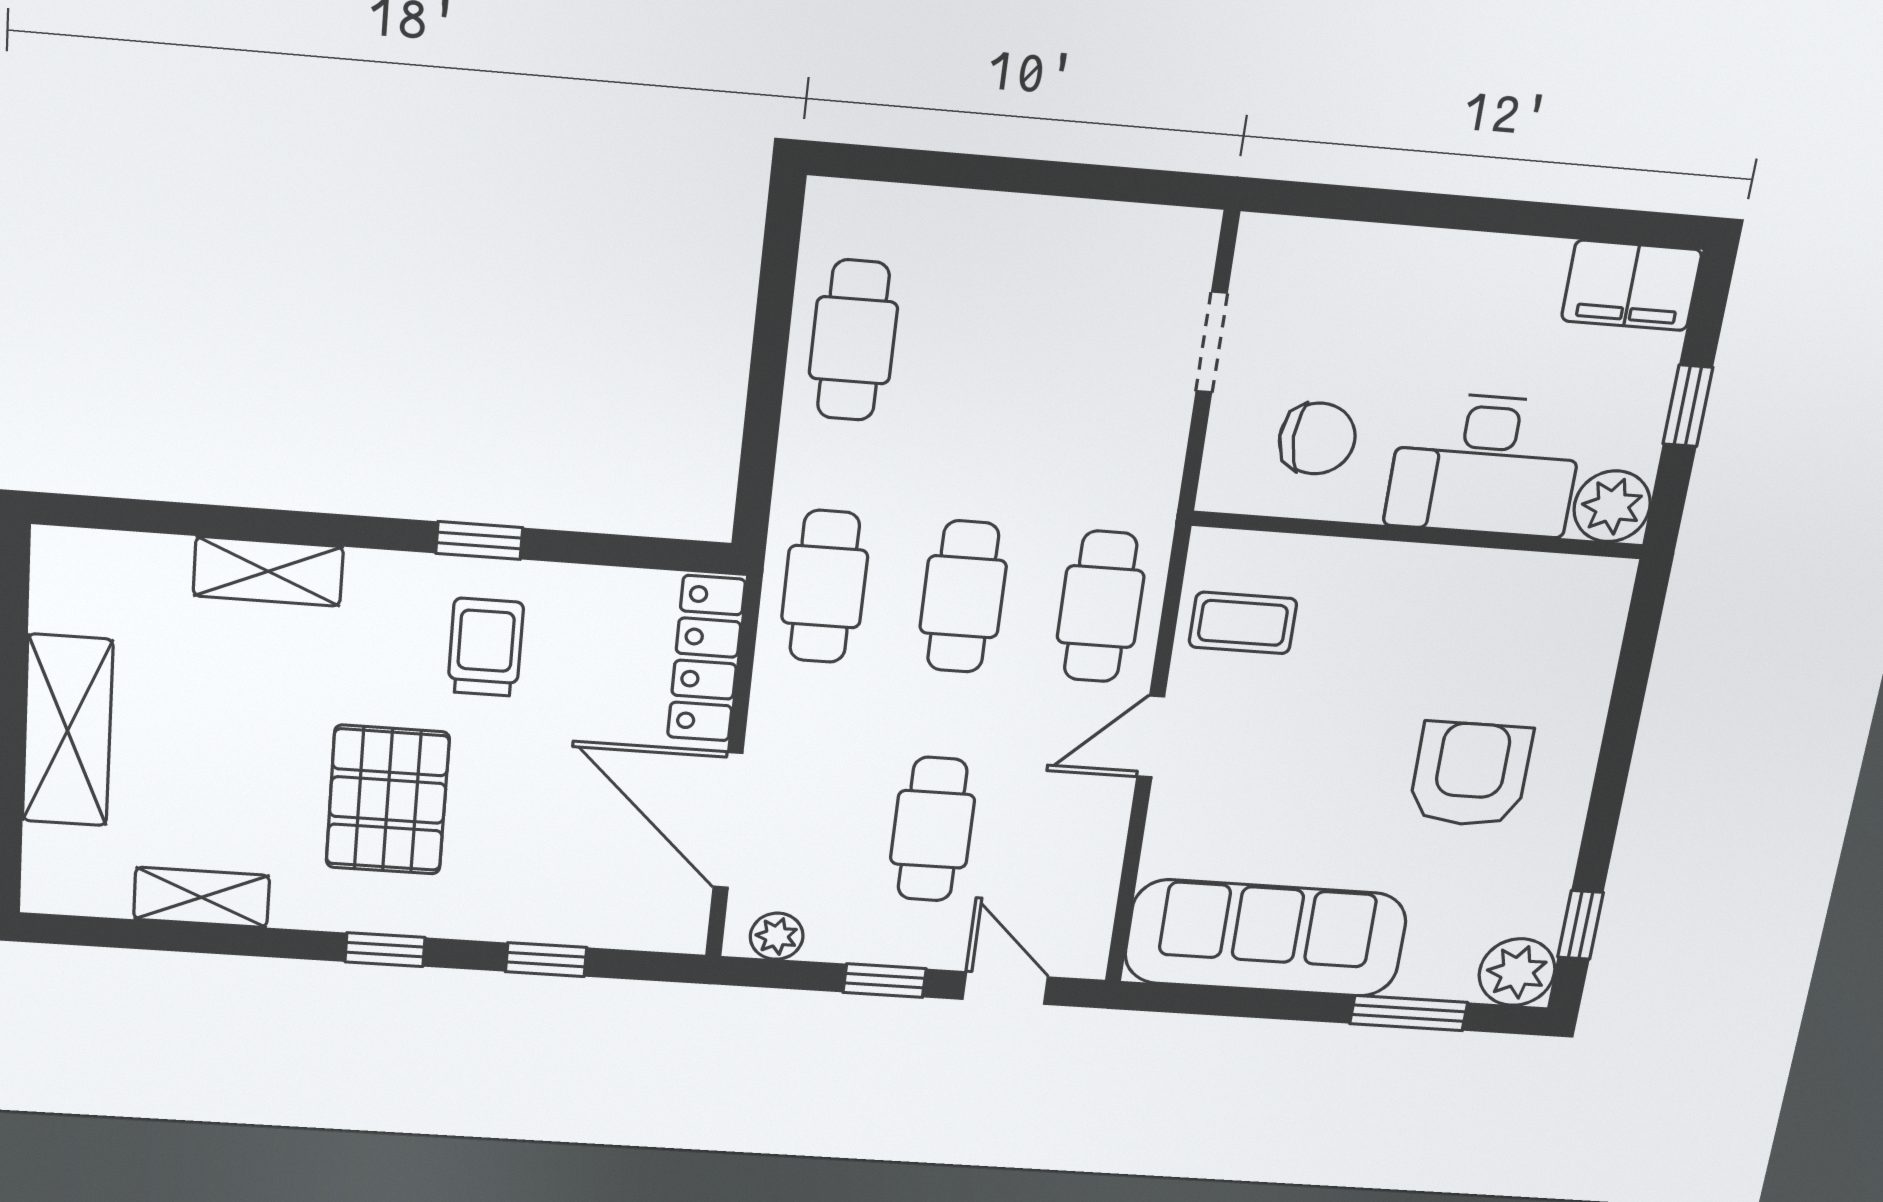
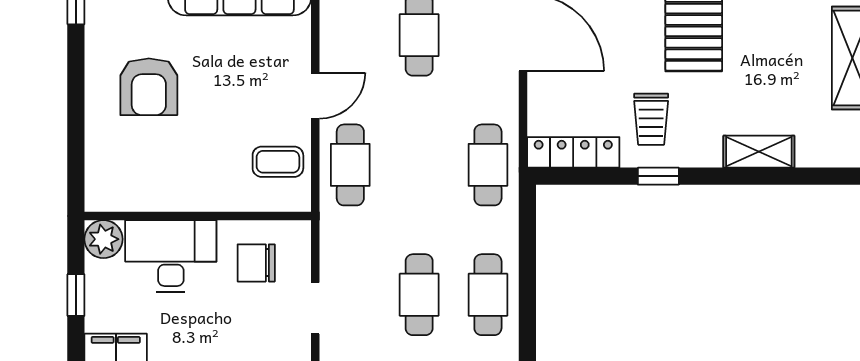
cafe table: (963, 597) -> (419, 295), moved
locker: (706, 659) -> (573, 152), moved, turned -90

